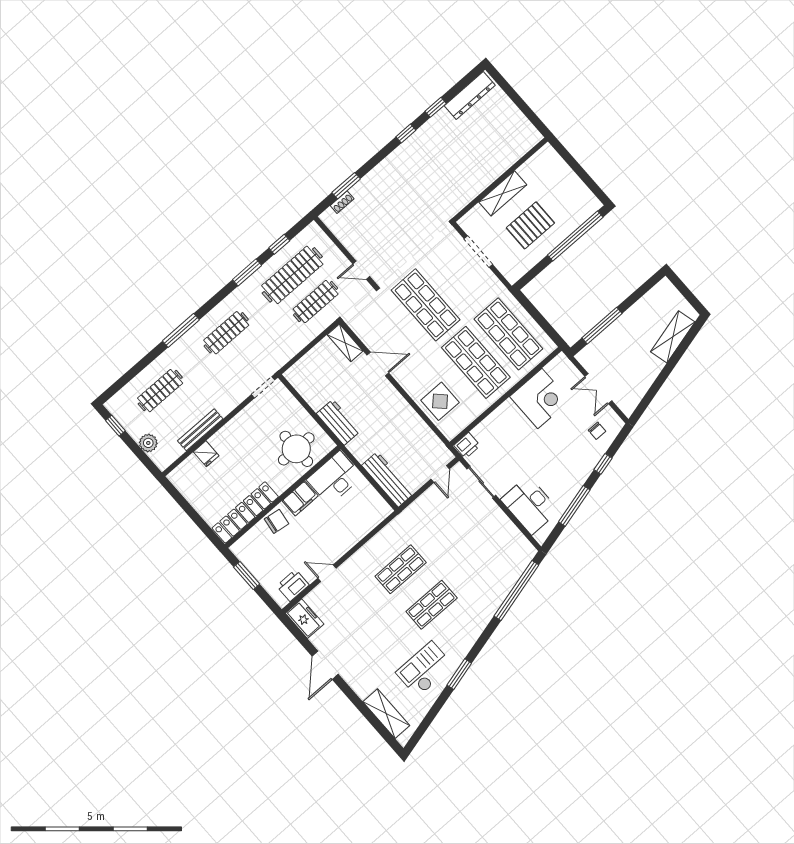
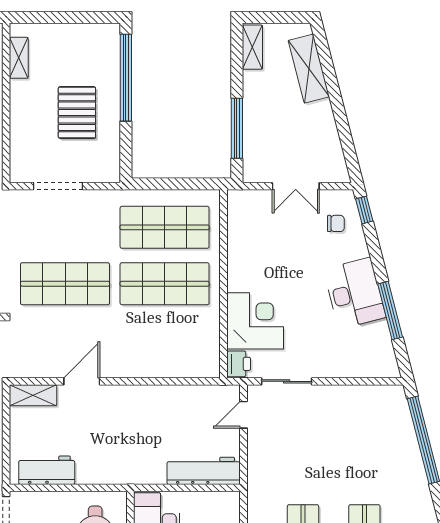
shelving: (503, 193) -> (19, 58), moved, width x0.67, depth x0.75
shelving: (657, 294) -> (252, 47), added
corner desk: (540, 399) -> (255, 321), moved
display table: (440, 401) -> (172, 352), removed
workbench: (338, 422) -> (47, 470), moved
window: (603, 464) -> (364, 210), moved
door: (440, 474) -> (244, 415), swing flipped
desk: (530, 505) -> (354, 293), moved, turned -104

